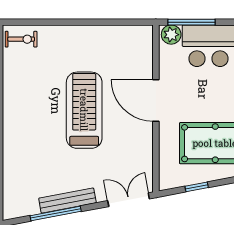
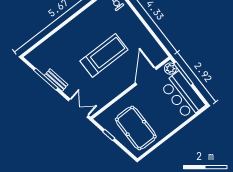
door: (156, 100) -> (146, 76), moved
bench: (67, 200) -> (56, 80), width x0.73

